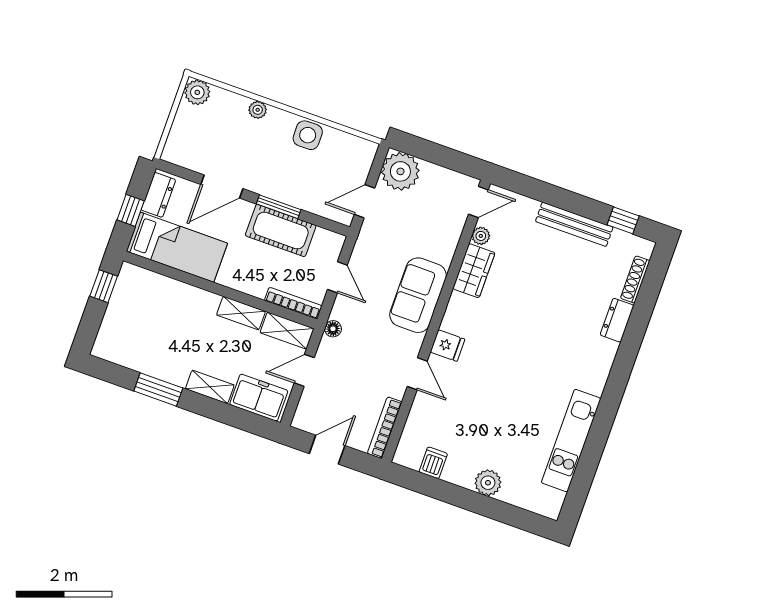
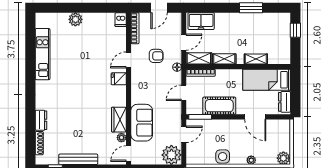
door: (222, 187) -> (255, 117), swing flipped
window: (279, 207) -> (200, 117), moved
window: (131, 210) -> (295, 90), removed
door: (337, 277) -> (184, 93), hinge flipped
window: (104, 286) -> (295, 30), moved
sofa: (418, 295) -> (142, 123), moved
armchair: (364, 363) -> (156, 56), added
door: (417, 374) -> (129, 60), hinge flipped
shelving: (210, 387) -> (256, 59), moved
dishwasher: (433, 463) -> (121, 20), moved

